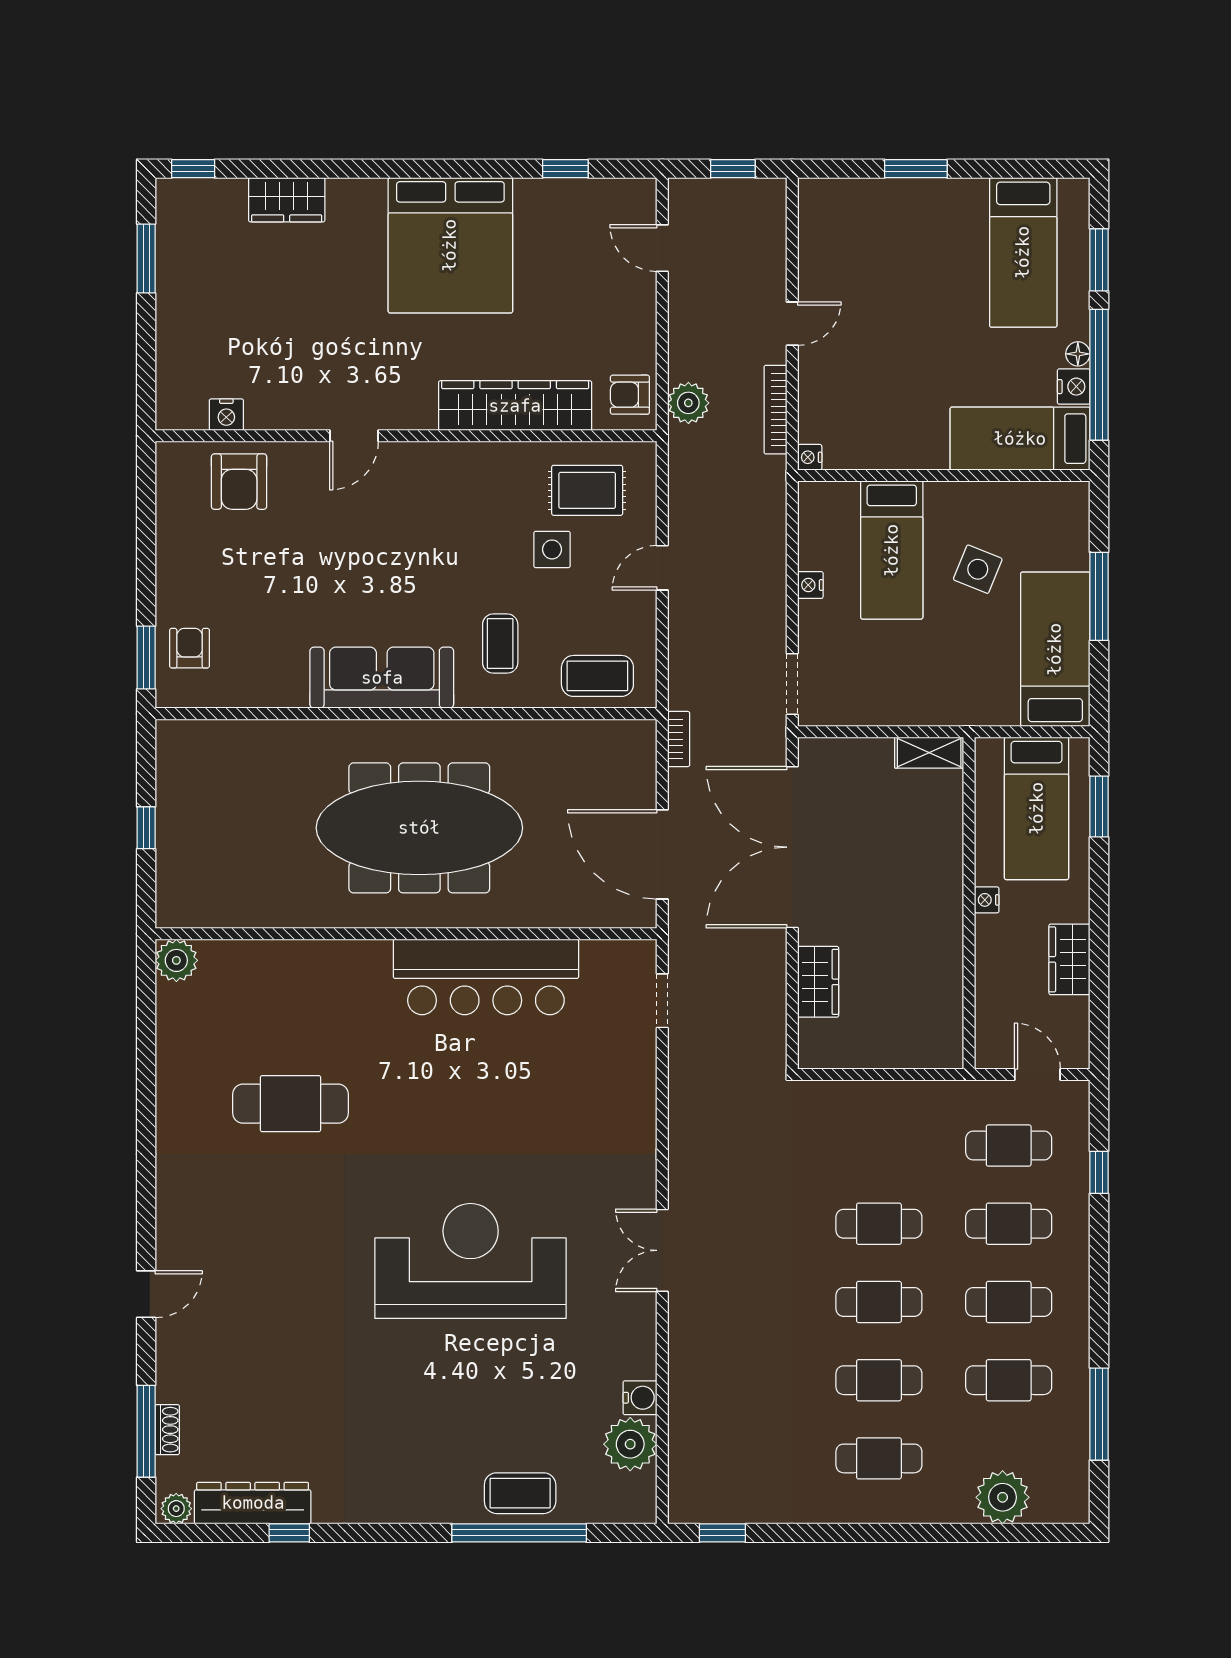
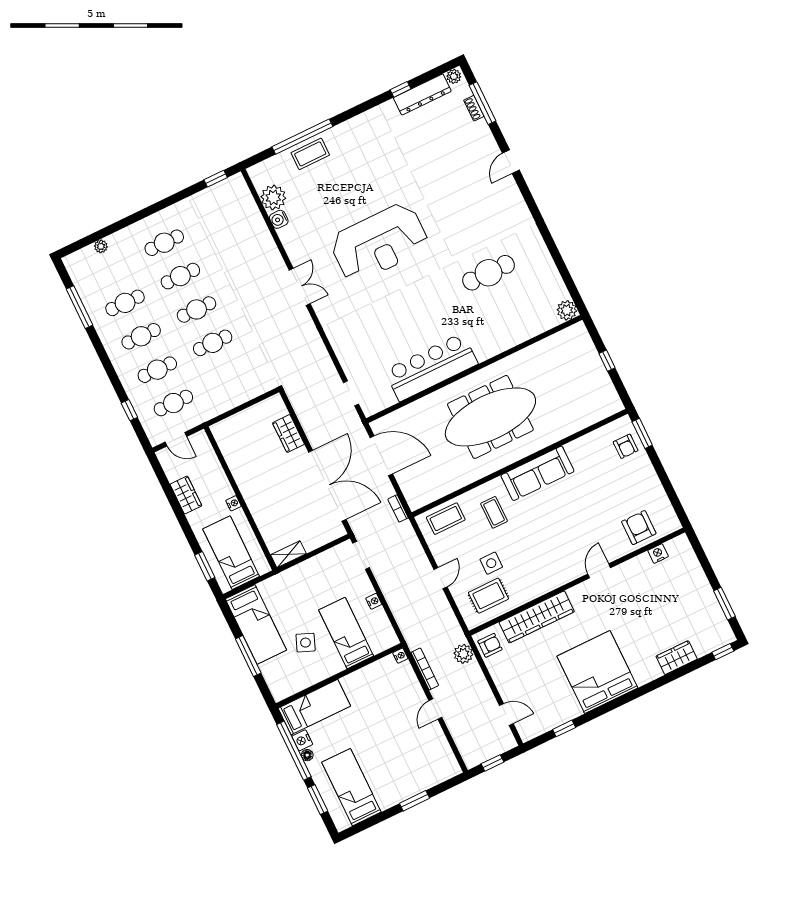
plant: (1003, 1497) -> (101, 246), width x0.53, depth x0.53

